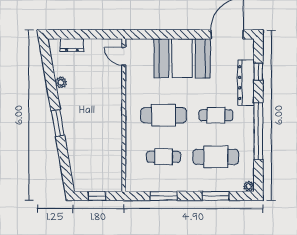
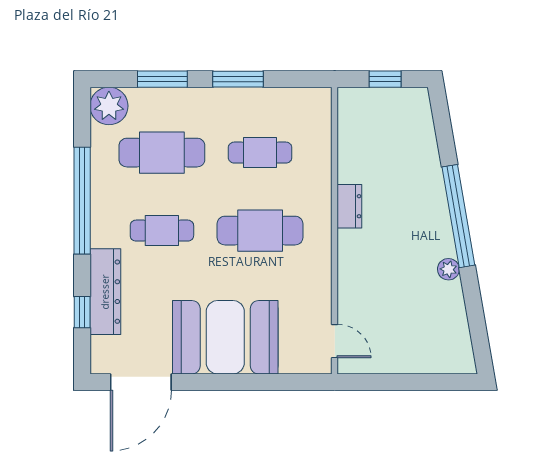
dresser: (72, 45) -> (349, 206), moved, turned 90
plant: (61, 82) -> (448, 269), moved
window: (58, 123) -> (458, 216), width x2.11
plant: (249, 186) -> (109, 106), width x1.88, depth x1.88
window: (164, 196) -> (238, 79), moved

